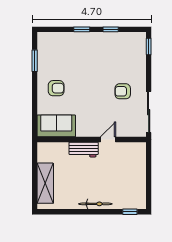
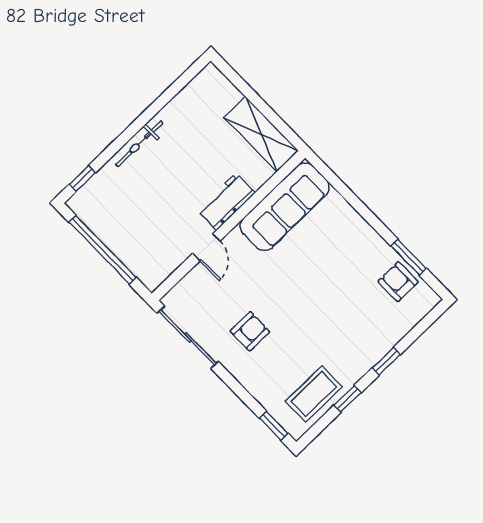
coffee table: (122, 44) -> (314, 394), added
armchair: (56, 88) -> (398, 282), moved, turned 90
sofa: (56, 126) -> (285, 207), width x1.36
window: (149, 177) -> (102, 250), added
shelving: (45, 183) -> (261, 134), moved

